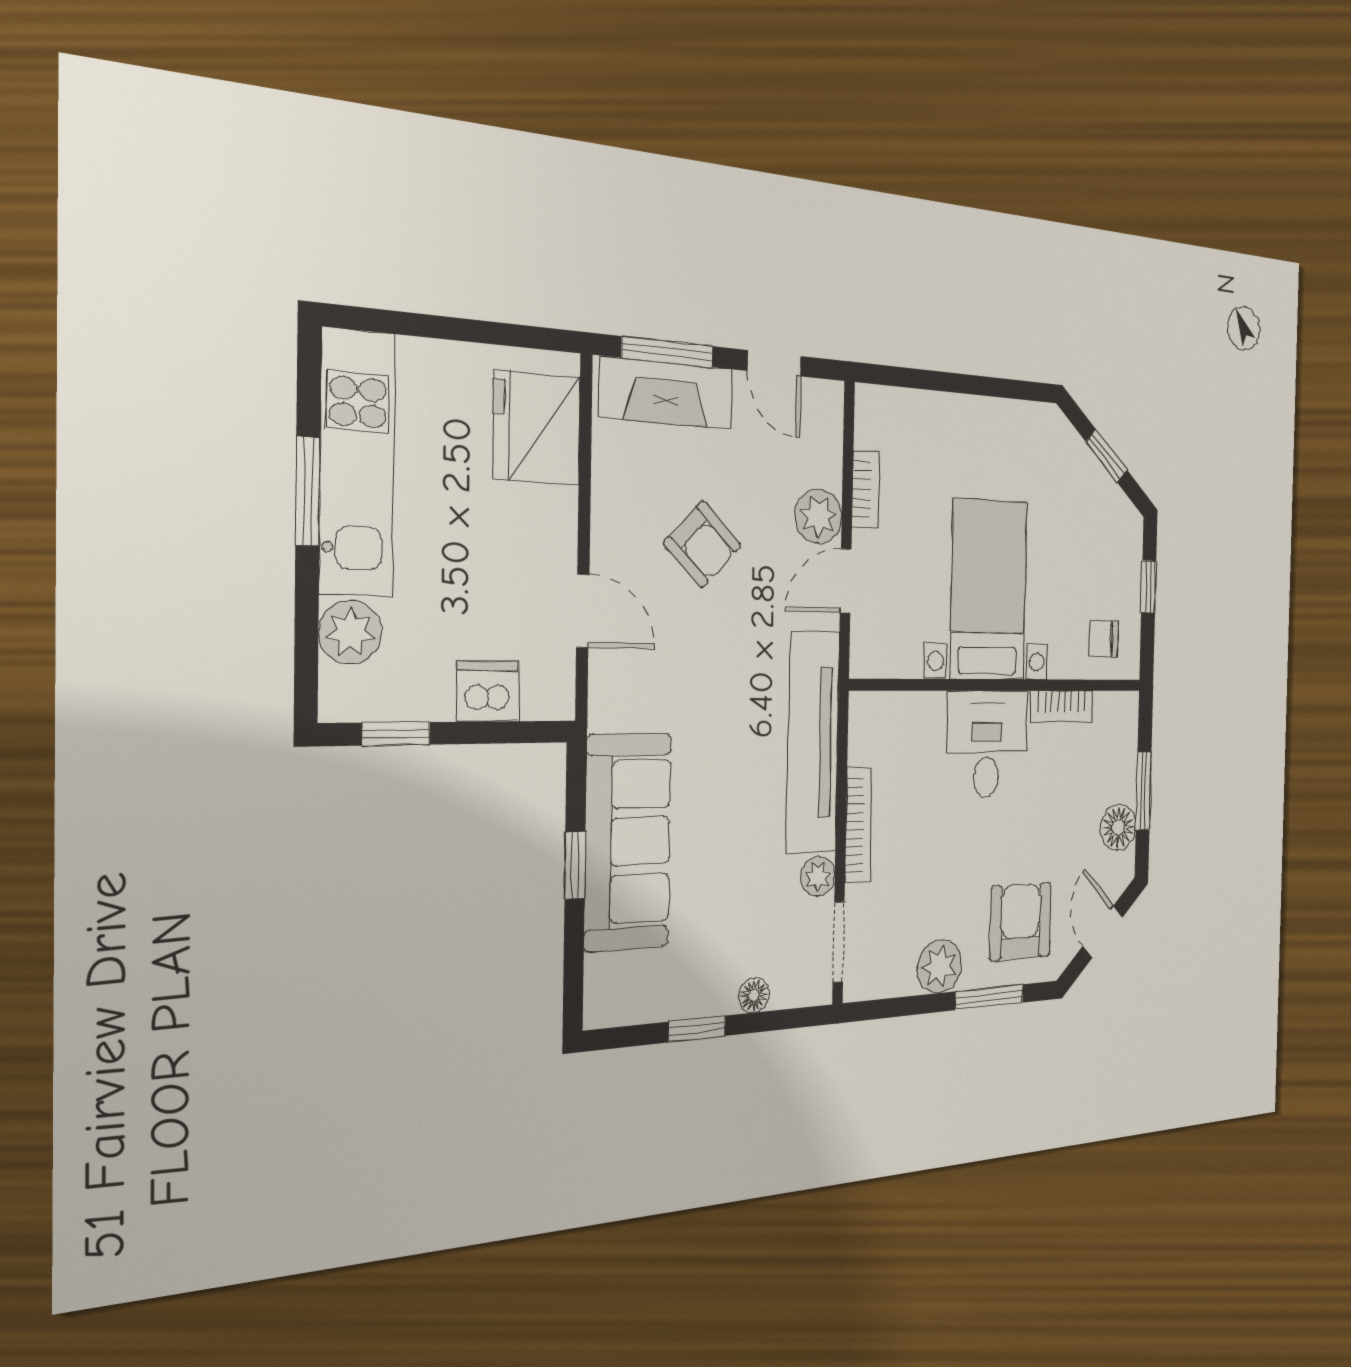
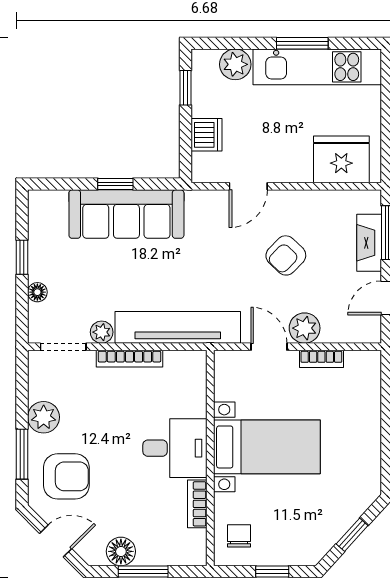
fireplace: (666, 393) -> (369, 243), width x0.73, depth x0.76

